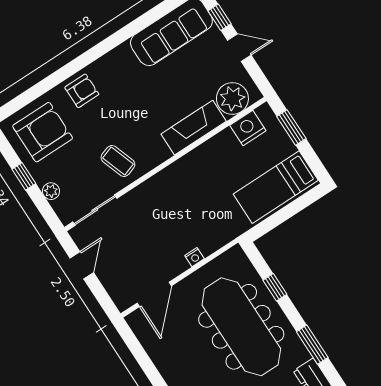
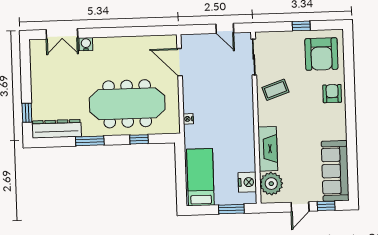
armchair: (82, 91) -> (332, 94), turned 180
plant: (51, 191) -> (282, 37), removed
nightstand: (194, 257) -> (188, 119), moved

